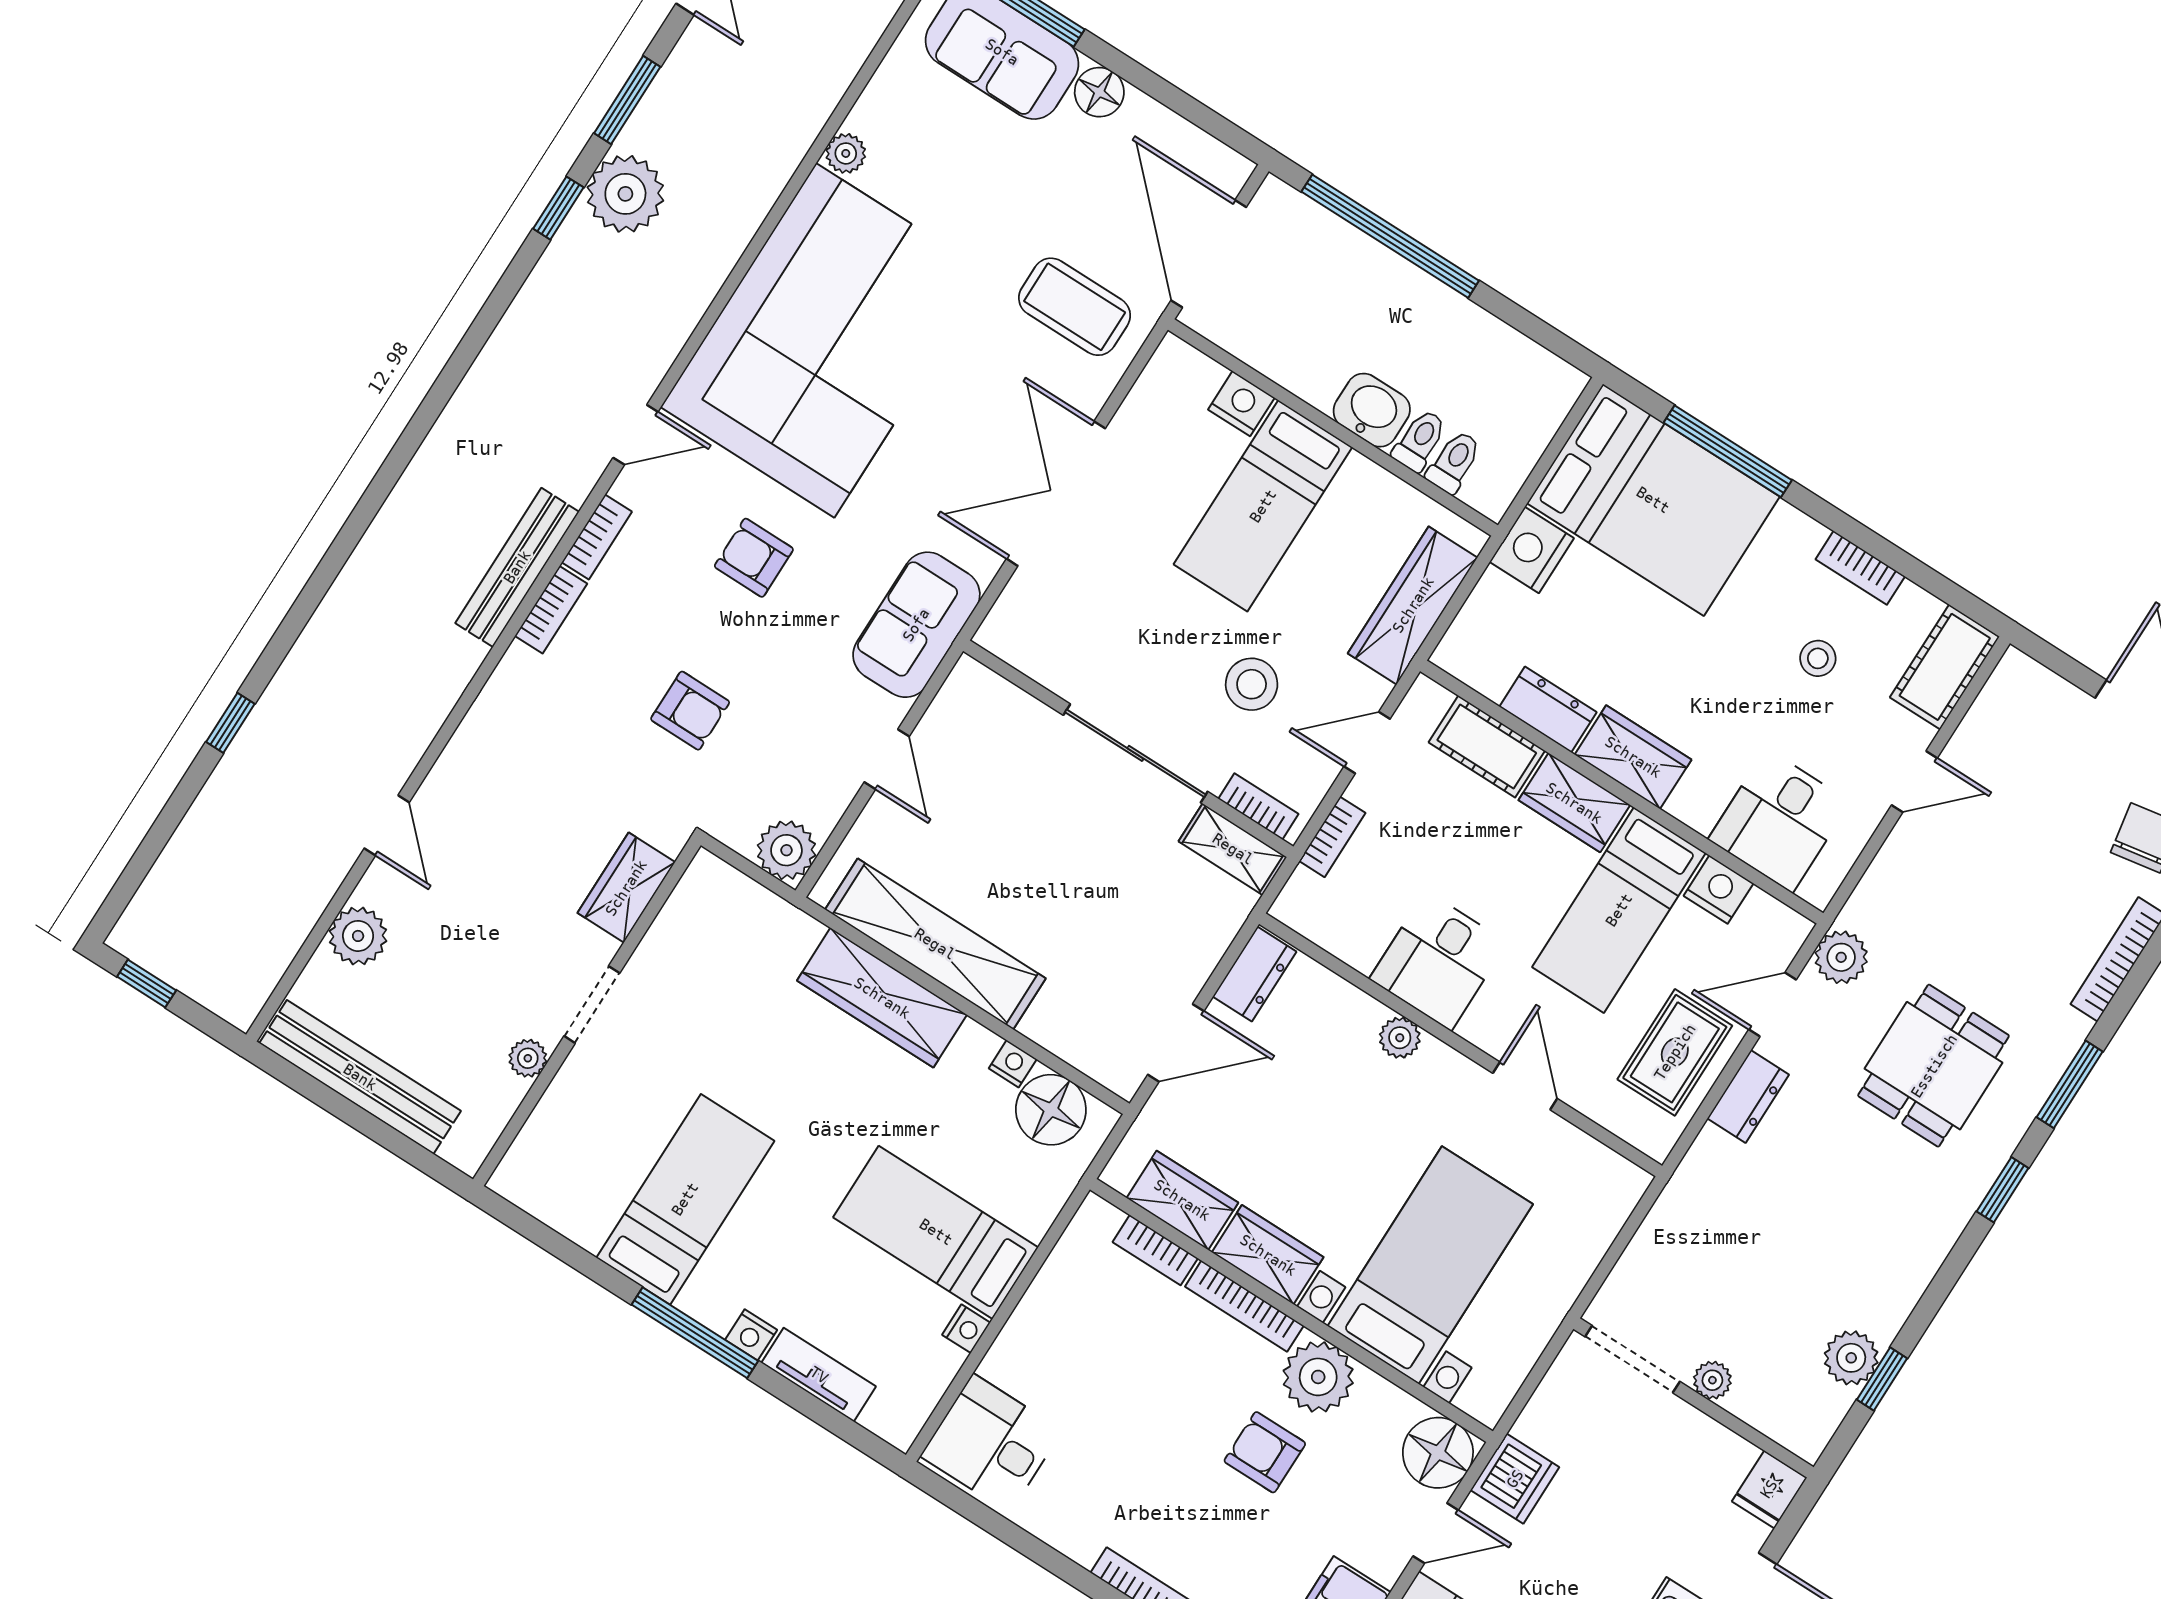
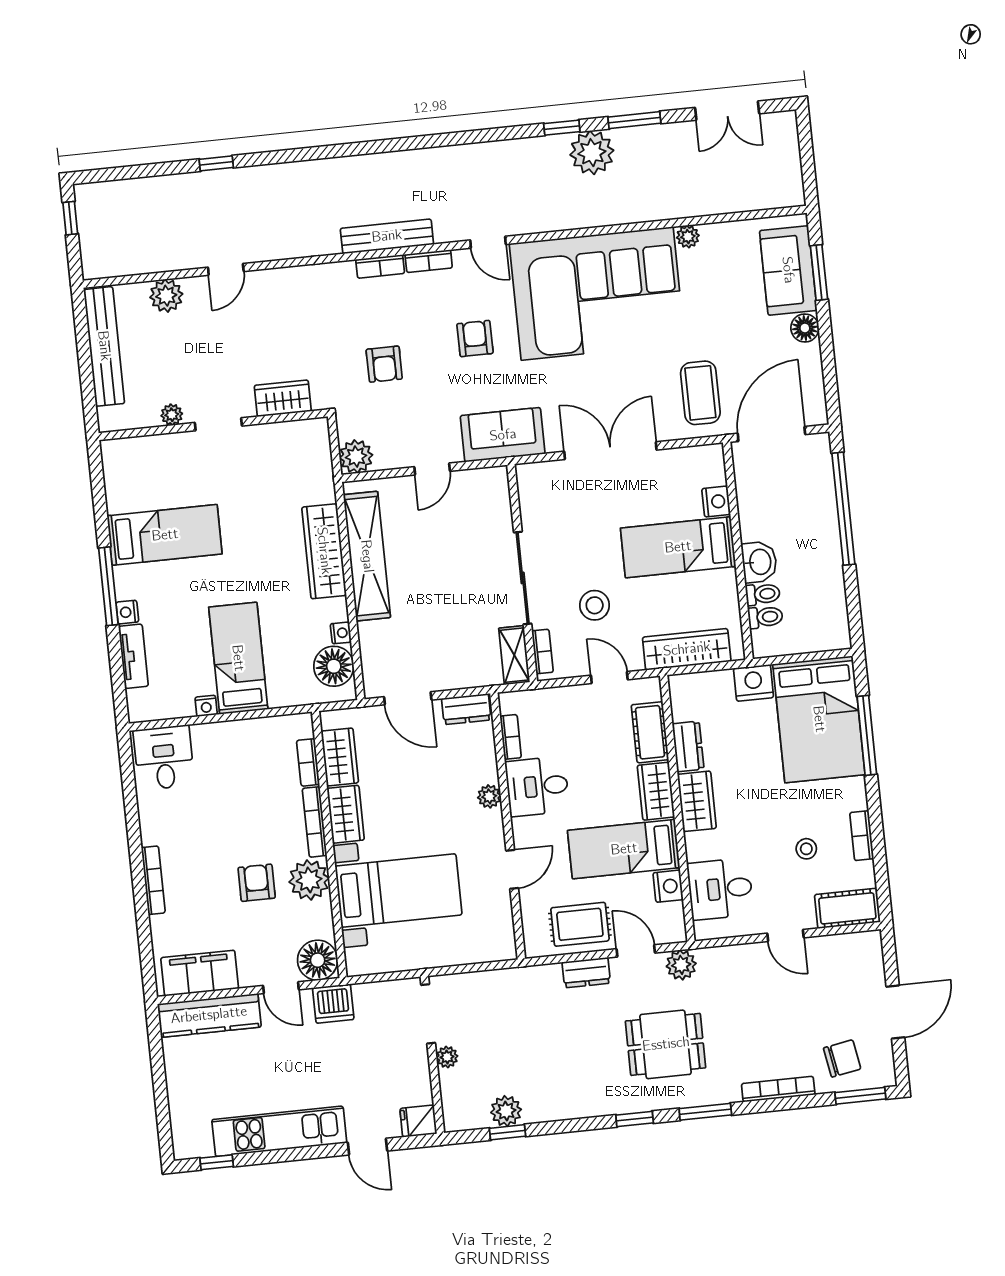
bookcase: (1332, 837) -> (511, 737), moved, turned -90

